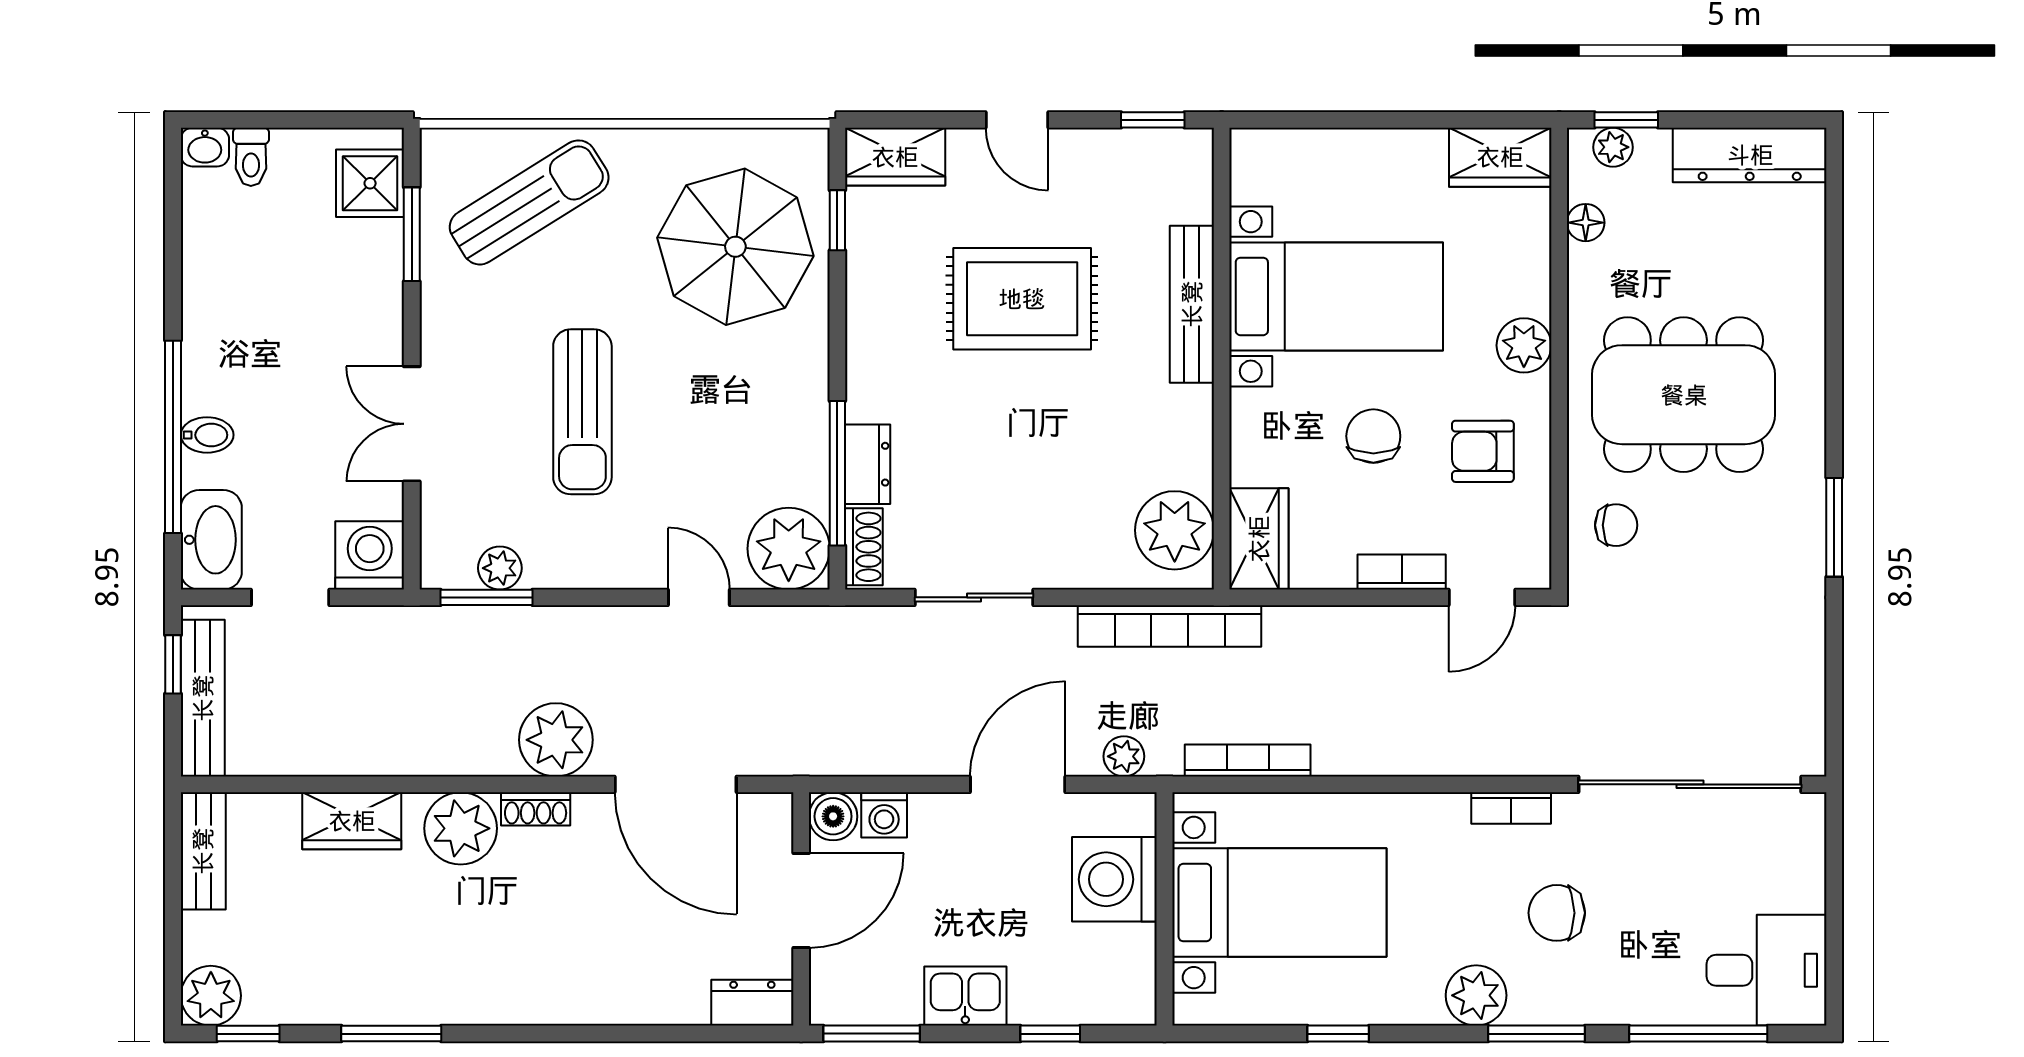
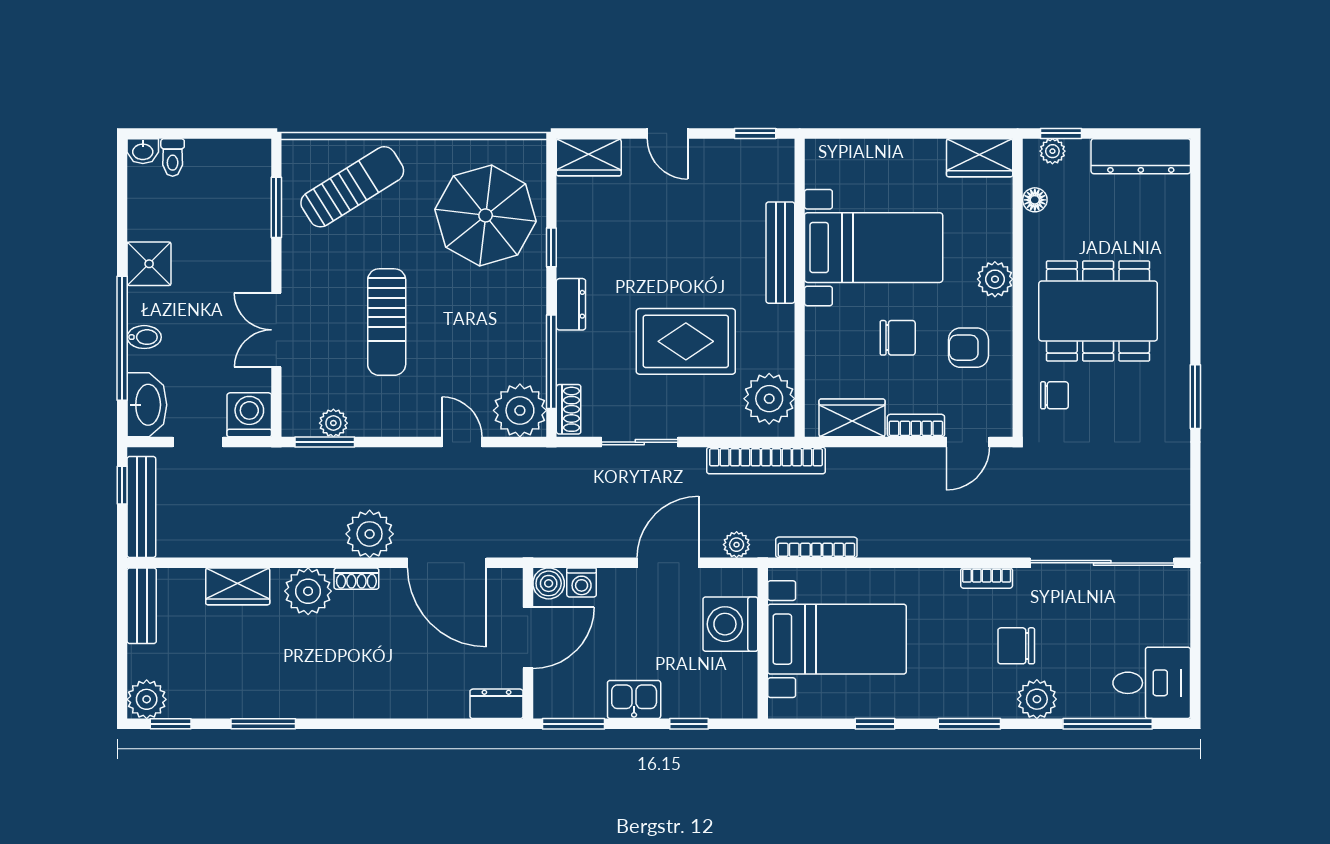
shower: (370, 183) -> (149, 264), moved
window: (837, 220) -> (551, 247), moved
rug: (1022, 299) -> (686, 341), moved
chair: (1373, 436) -> (898, 338), turned 90
dresser: (868, 464) -> (571, 304), moved
wardrobe: (1259, 539) -> (852, 418), moved, turned -90
plant: (1476, 995) -> (1037, 699), moved
window: (1537, 1034) -> (969, 724), moved

